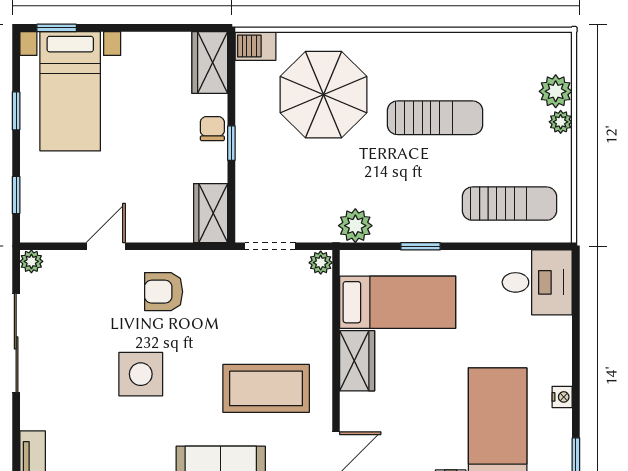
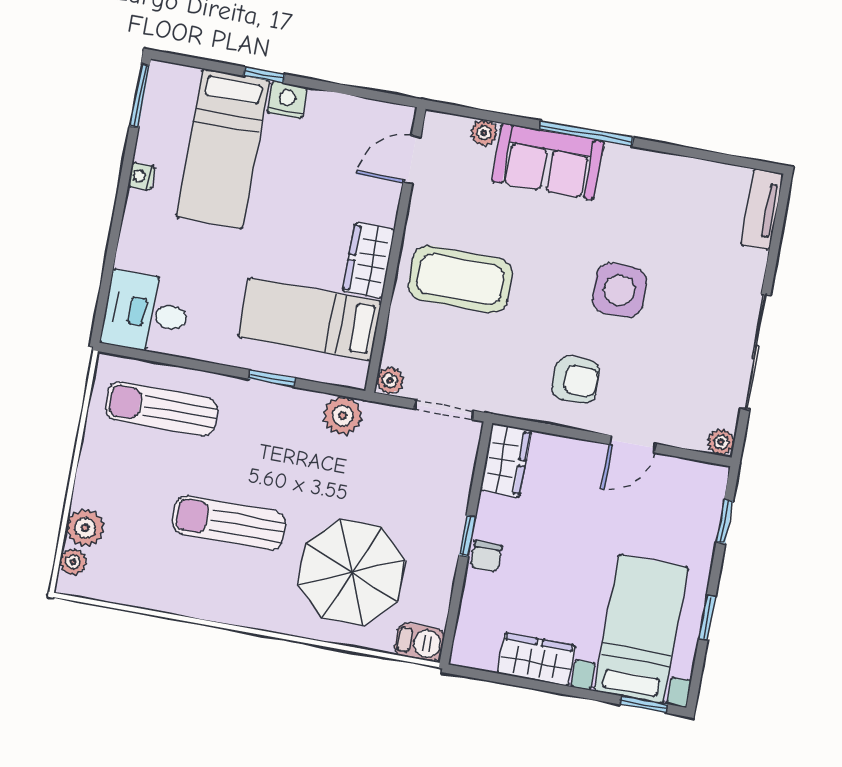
wardrobe: (210, 62) -> (536, 659), moved, turned -90
plant: (561, 122) -> (73, 562), moved
coffee table: (266, 388) -> (460, 279), moved

